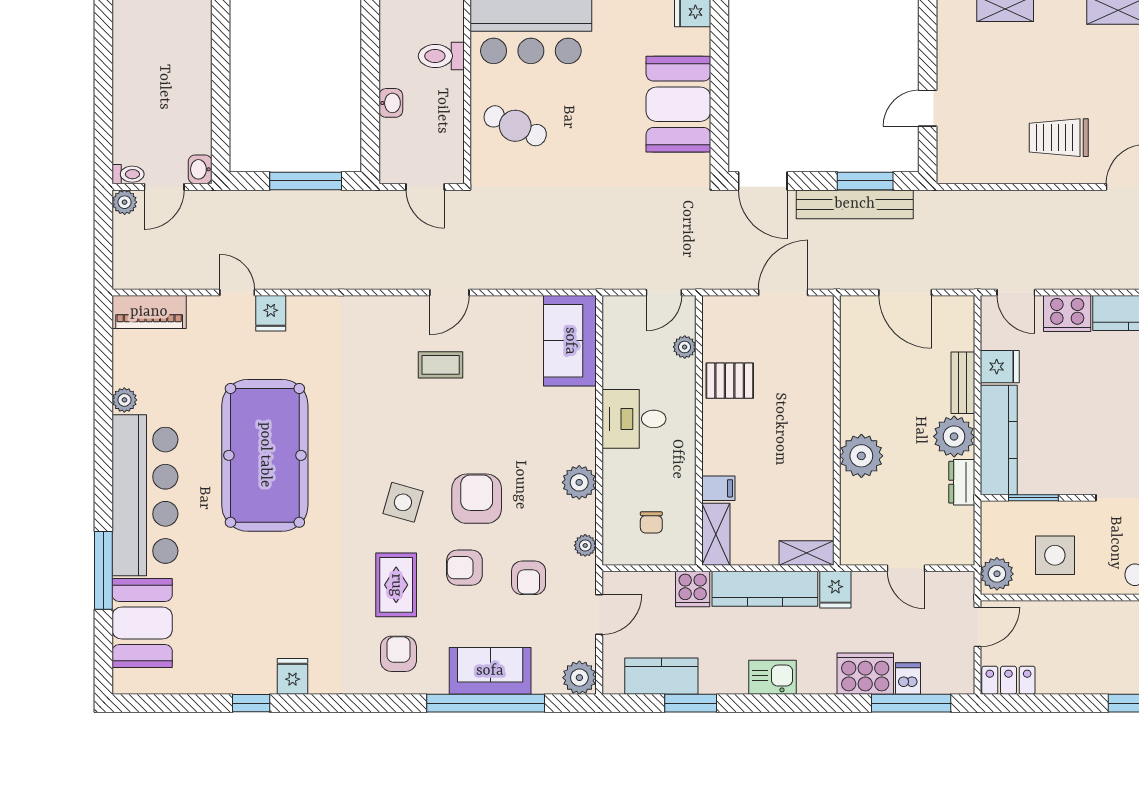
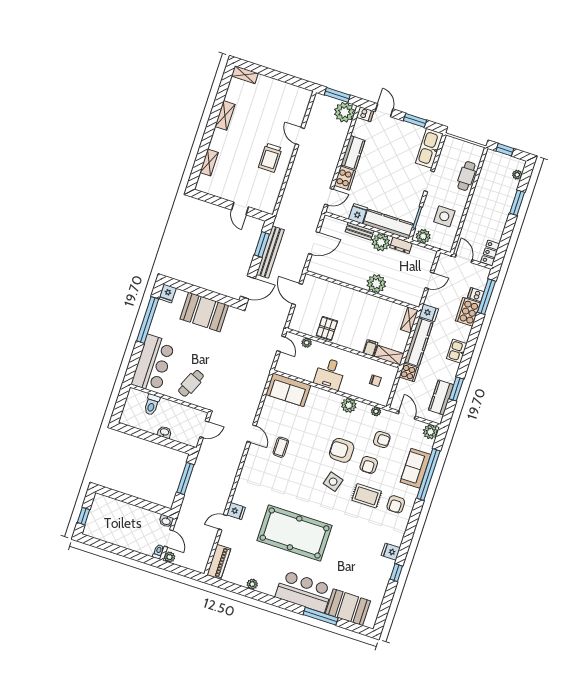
bar counter: (145, 495) -> (304, 592), width x0.73
plant: (997, 574) -> (423, 236), moved
armchair: (398, 654) -> (396, 504), turned -90

